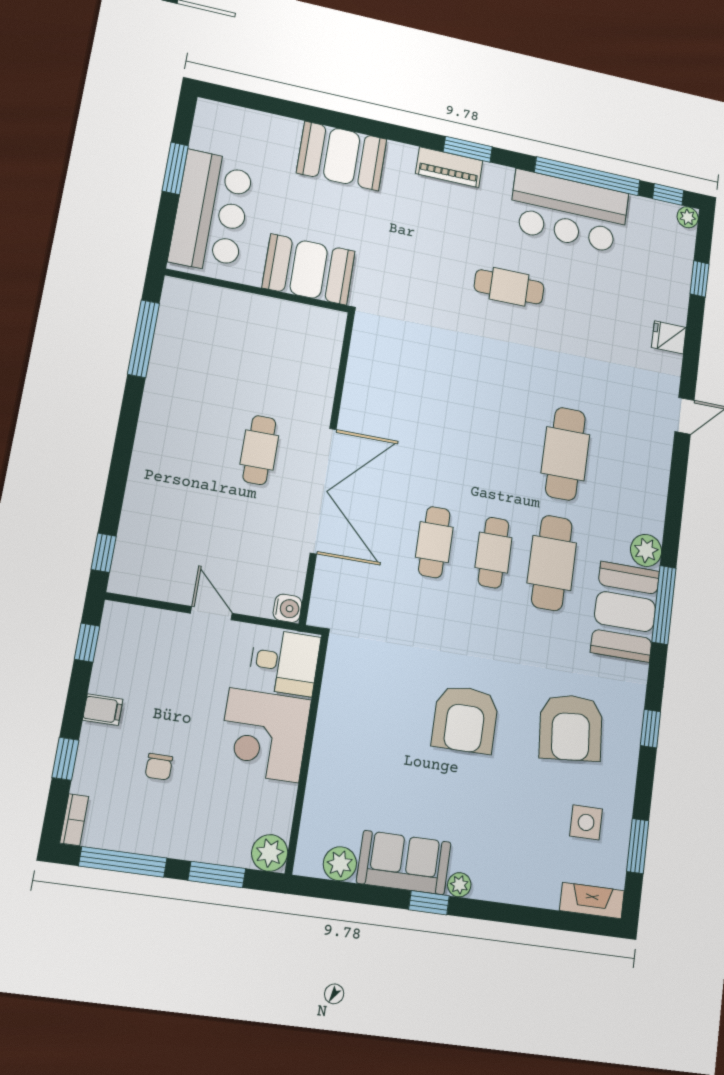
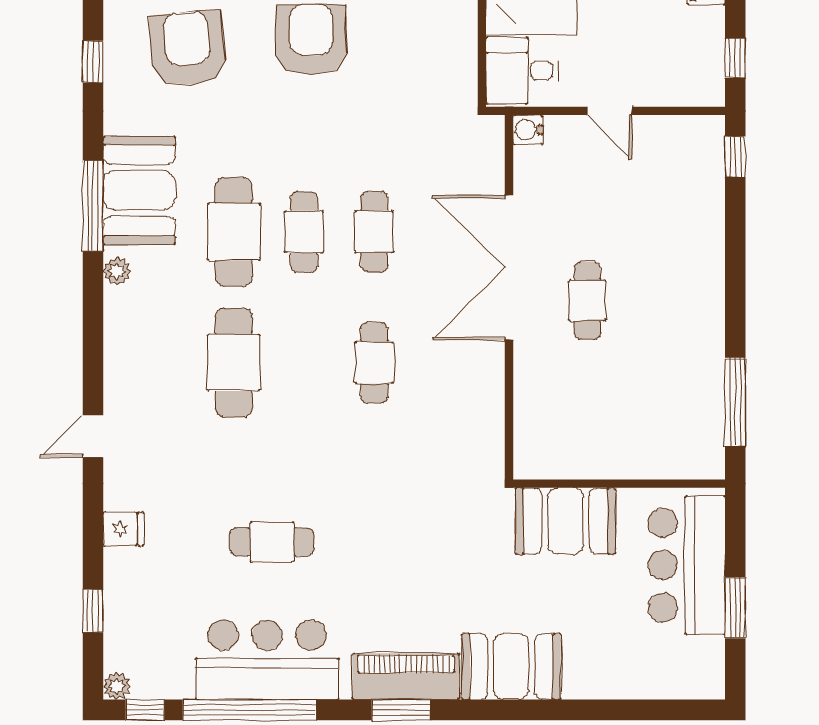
booth: (342, 156) -> (511, 667), moved
piano: (449, 167) -> (406, 677), width x1.37, depth x1.33
cafe table: (509, 287) -> (272, 542), moved
cafe table: (450, 432) -> (374, 363), added
plant: (646, 550) -> (117, 271), width x0.73, depth x0.73

